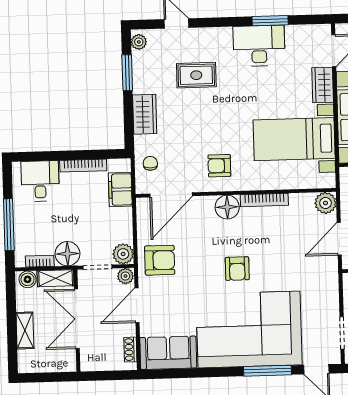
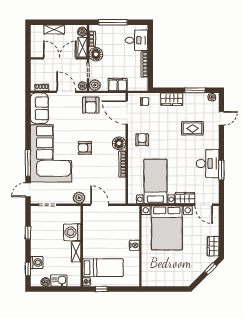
rug: (196, 75) -> (192, 128), turned 90
filing cabinet: (120, 190) -> (118, 84), moved
plant: (326, 203) -> (79, 198), moved

